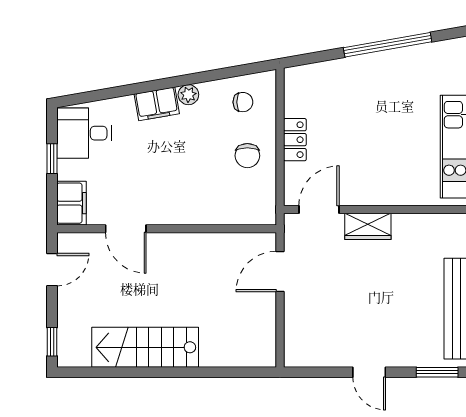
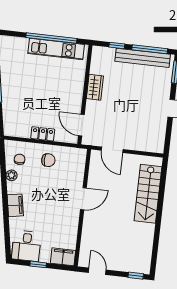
plant: (188, 95) -> (12, 175), moved
wardrobe: (368, 226) -> (95, 87), moved
door: (126, 229) -> (83, 199), moved
stairs: (145, 347) -> (148, 194), moved

